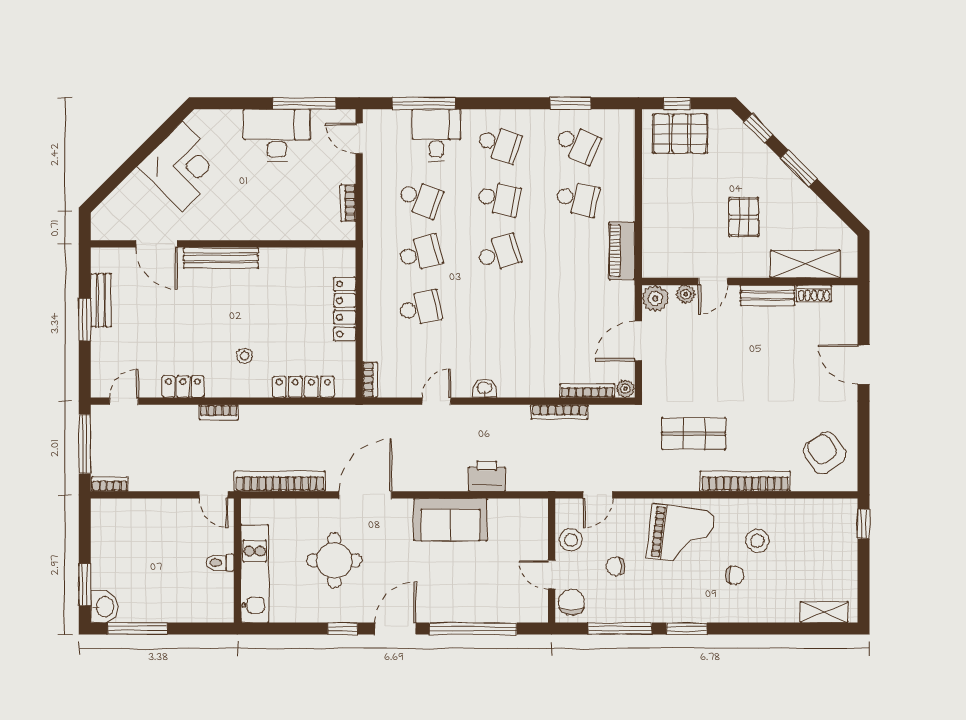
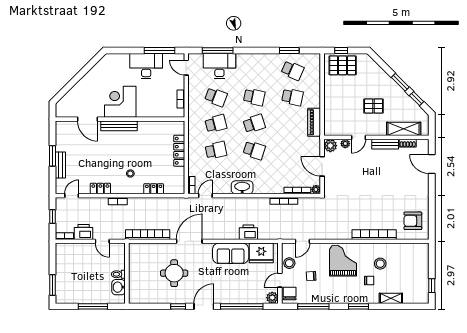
window: (758, 128) -> (417, 99), moved
desk: (436, 135) -> (219, 66), width x1.37
school desk: (499, 144) -> (254, 150), moved
corner desk: (182, 166) -> (120, 102), moved, turned -135
pallet: (744, 217) -> (374, 106), turned 90
bench: (101, 300) -> (60, 165), moved
door: (638, 341) -> (322, 166), hinge flipped
door: (863, 365) -> (432, 164), moved
locker: (303, 387) -> (154, 189), width x0.66
washbasin: (485, 388) -> (242, 187), width x1.91, depth x1.45
door: (437, 401) -> (205, 196), moved
shop shelf: (694, 434) -> (349, 211), removed
window: (85, 444) -> (53, 217), width x0.46
armchair: (824, 453) -> (413, 221), turned -55
printer: (148, 476) -> (84, 232), added
door: (213, 495) -> (102, 241), moved
fridge: (513, 519) -> (261, 253), added
window: (863, 524) -> (432, 286), moved
grand piano: (681, 535) -> (343, 261), turned -97
kitchen unit: (255, 574) -> (135, 280), removed
door: (552, 575) -> (280, 280), hinge flipped
washbasin: (104, 607) -> (119, 287), moved, turned 180
plant: (536, 611) -> (272, 298), added
shelving: (824, 612) -> (391, 298), moved
window: (137, 629) -> (93, 306), moved
window: (687, 629) -> (359, 306), moved

